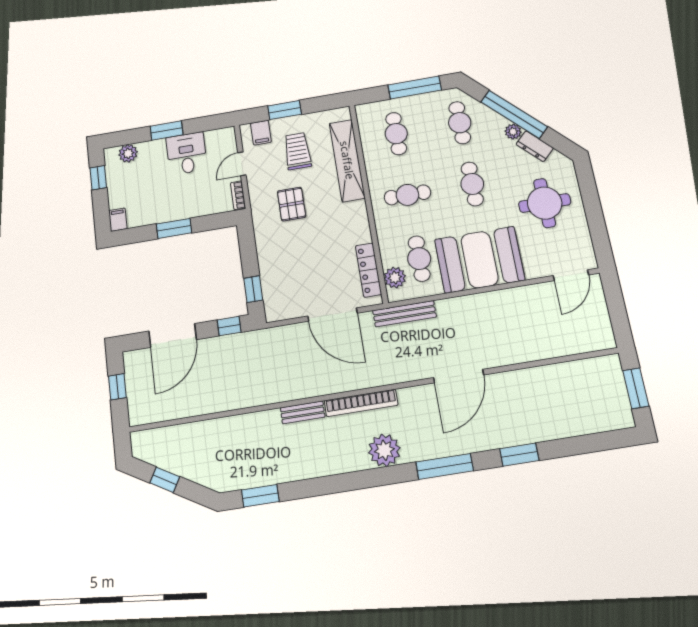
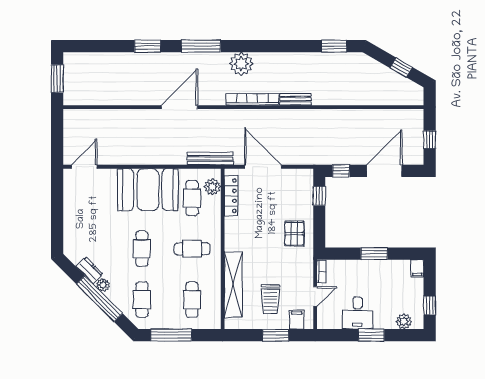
round table: (545, 203) -> (91, 224), removed
pallet: (292, 204) -> (294, 234), moved

